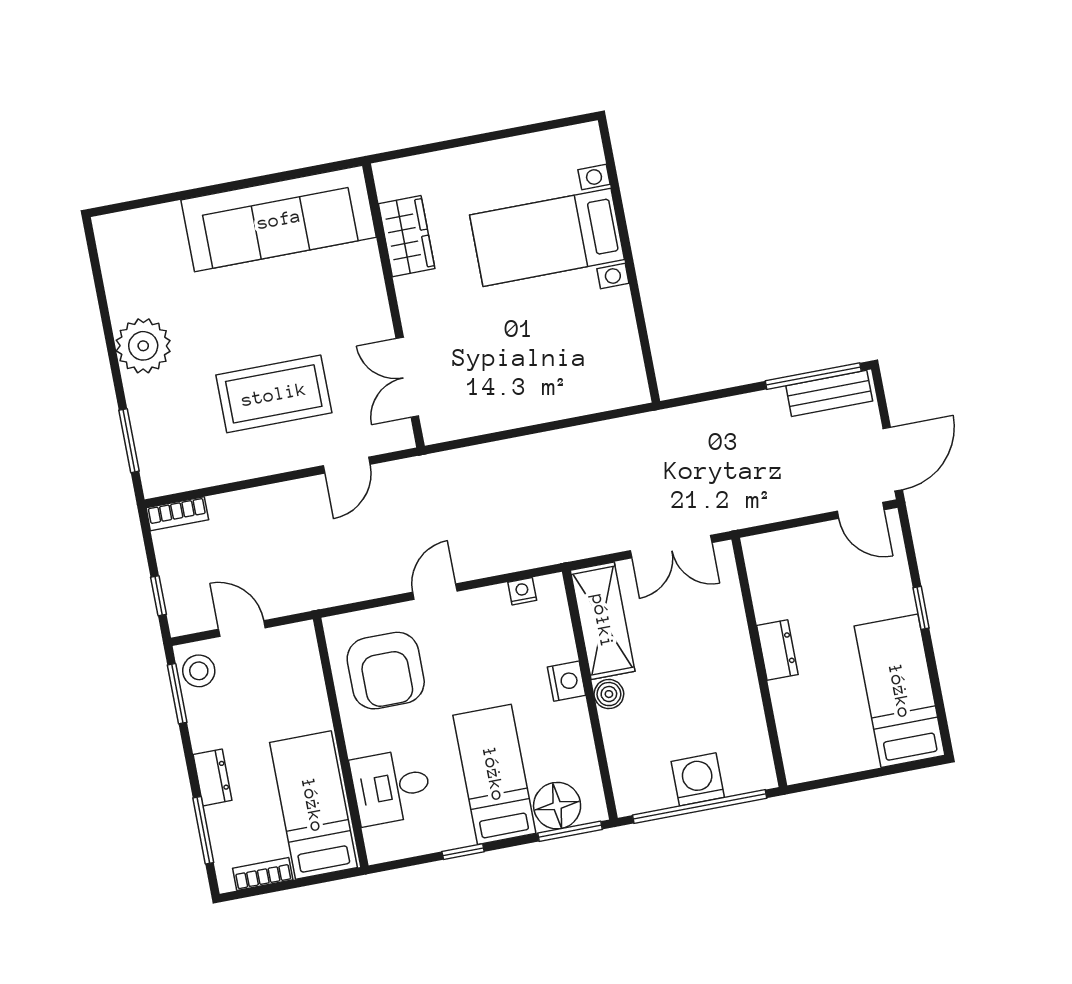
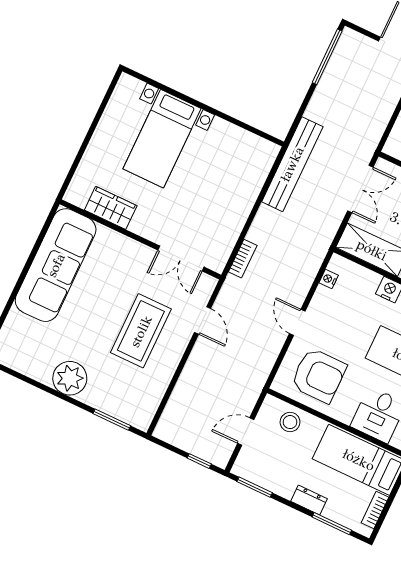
bench: (829, 393) -> (292, 164), moved, width x1.86, depth x1.21
bookcase: (177, 514) -> (243, 259), moved
stool: (199, 671) -> (290, 422), moved

